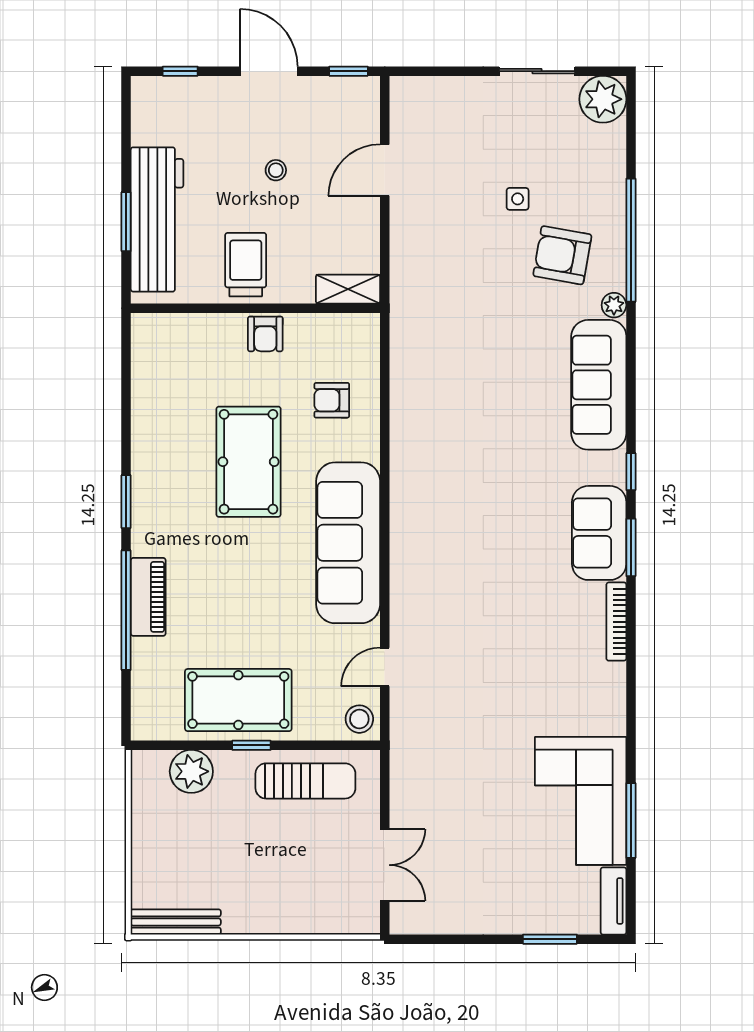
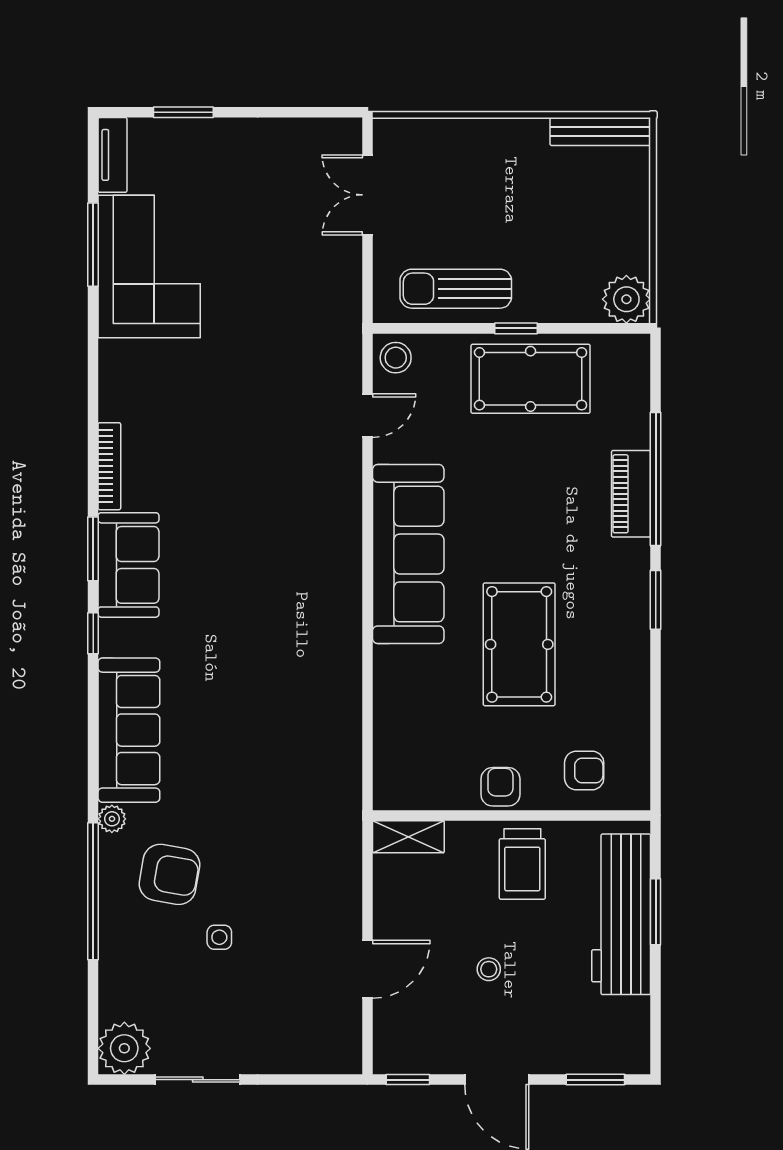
window: (180, 71) -> (595, 1080), width x1.50
armchair: (332, 400) -> (584, 770), moved
plant: (191, 771) -> (626, 299), moved

